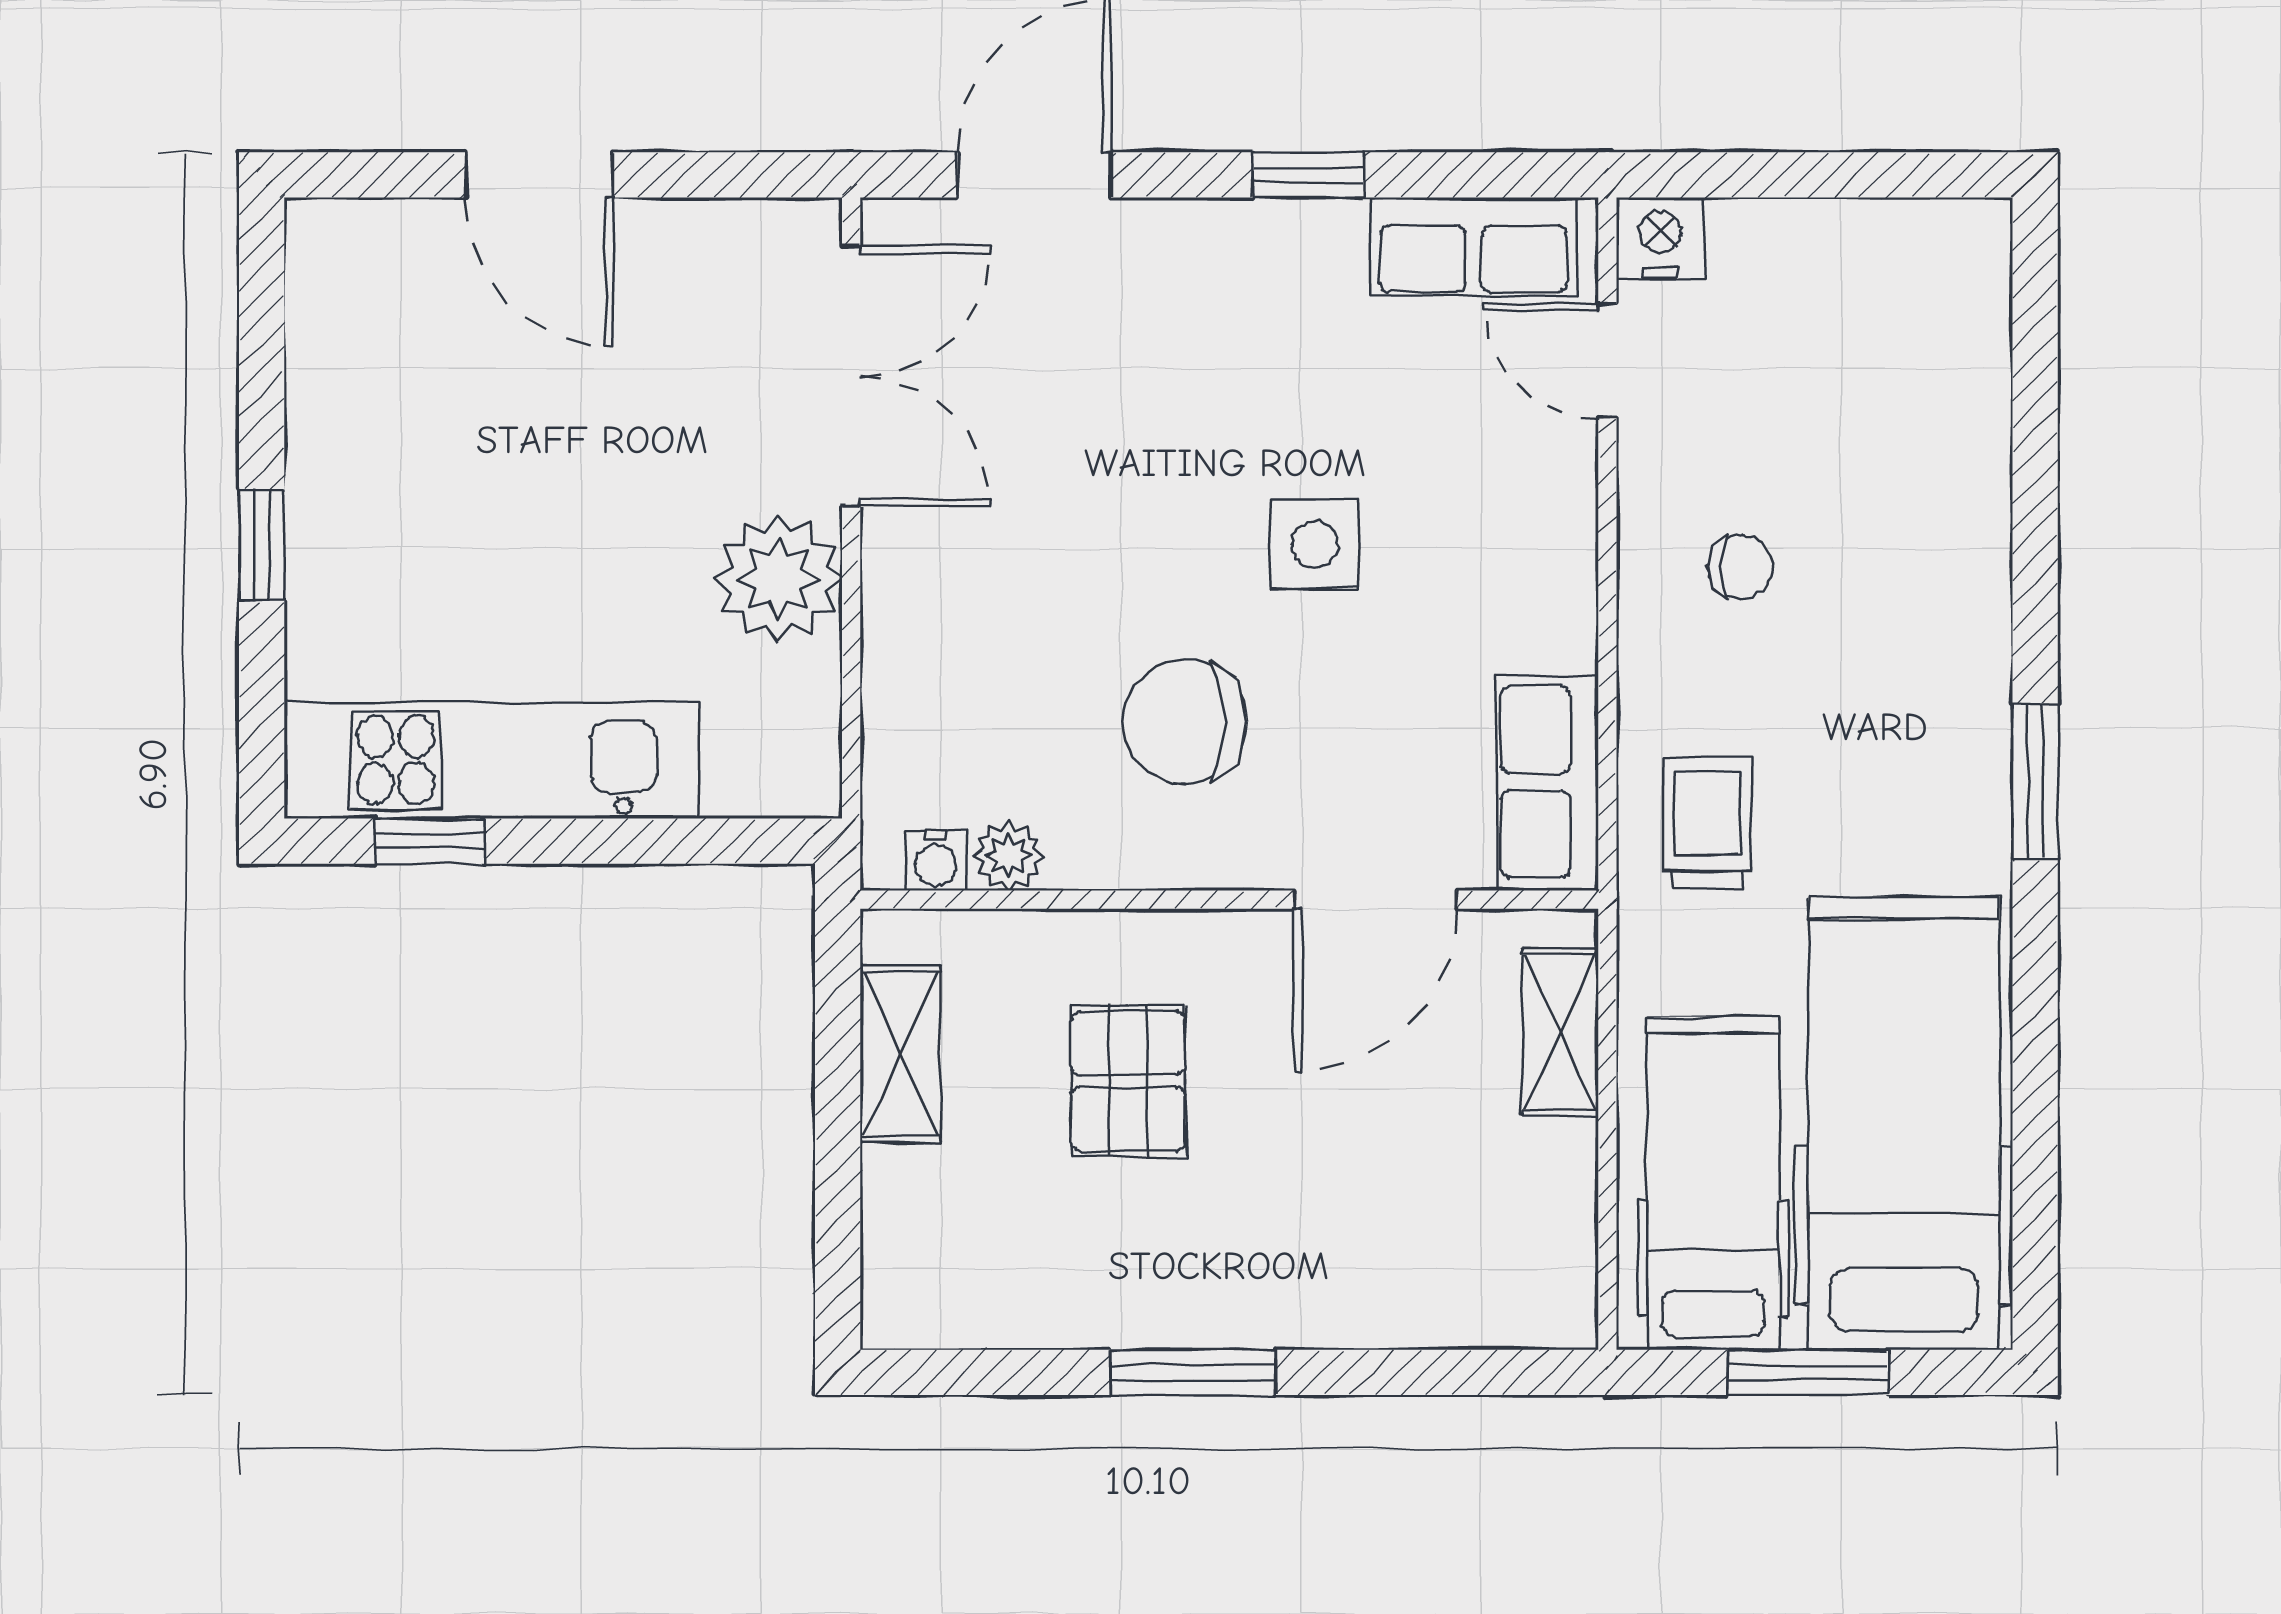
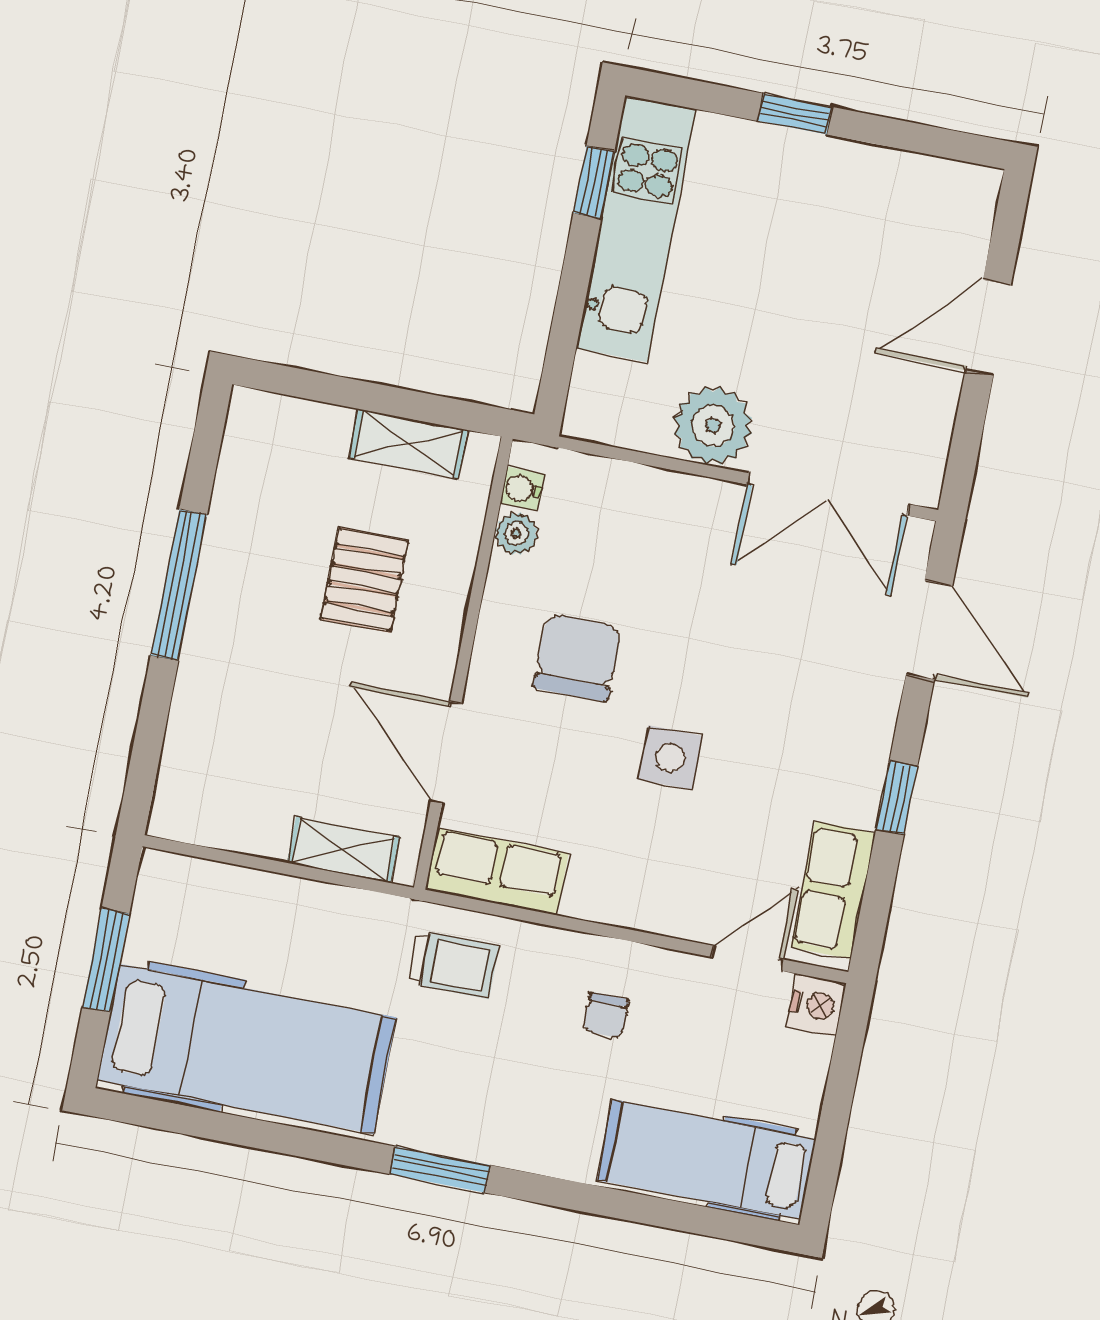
pallet: (1128, 1081) -> (364, 580), turned 90
hospital bed: (1713, 1183) -> (707, 1159), moved, turned 180
window: (1193, 1372) -> (179, 585), width x1.44

